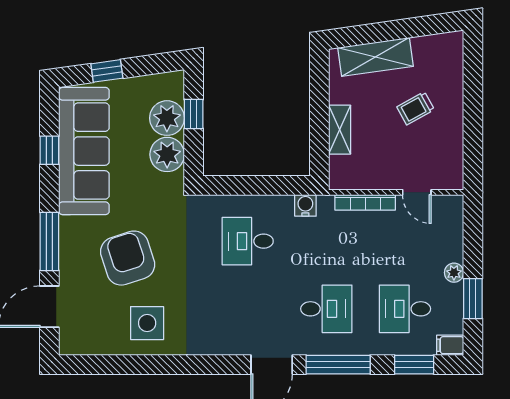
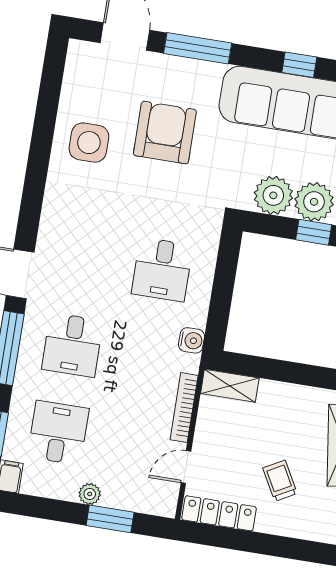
shelving: (340, 130) -> (230, 386), moved
locker: (453, 157) -> (219, 513), added
desk: (248, 241) -> (162, 269), turned 180
armchair: (128, 258) -> (165, 133), turned -72
window: (473, 299) -> (110, 519), moved

